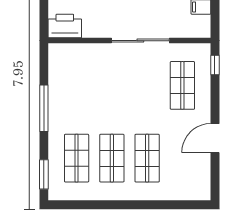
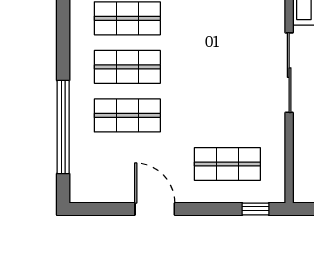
sliding door: (140, 41) -> (289, 73), moved
window: (156, 205) -> (63, 127), added

